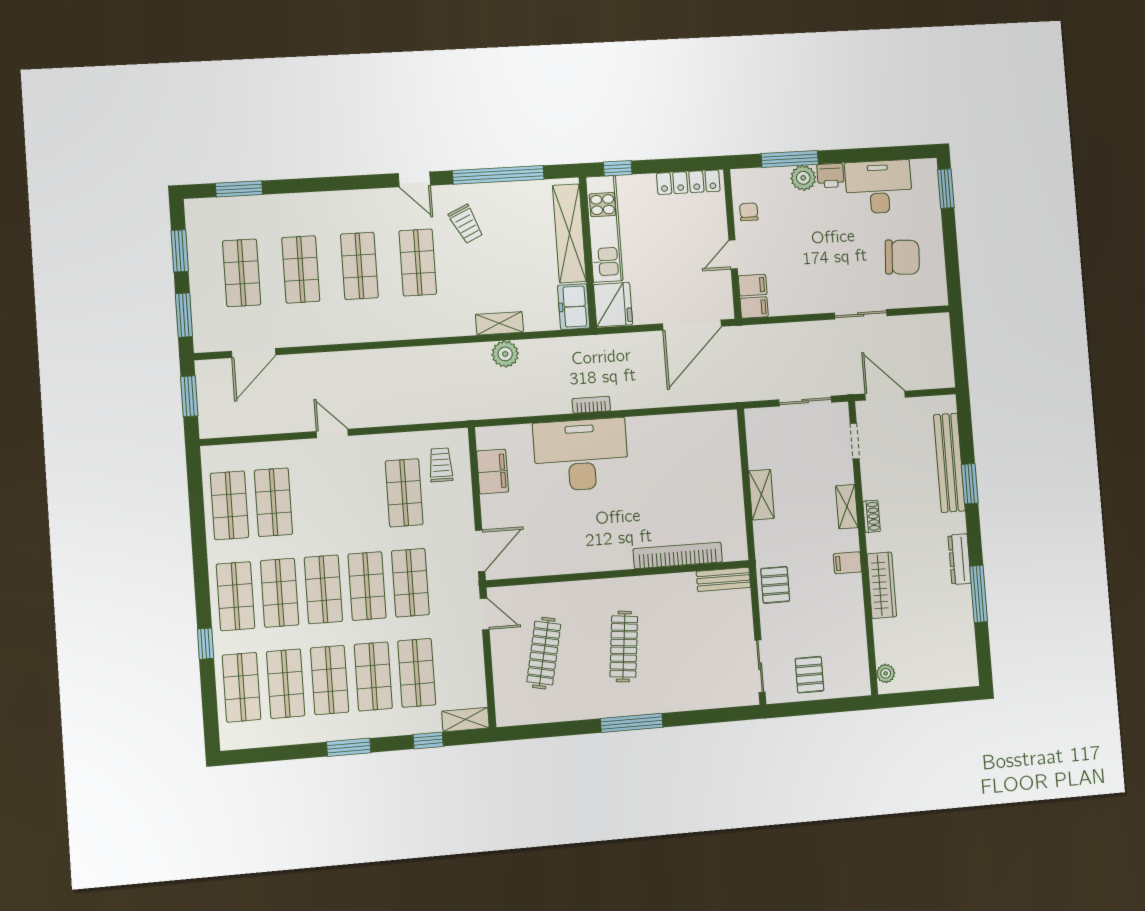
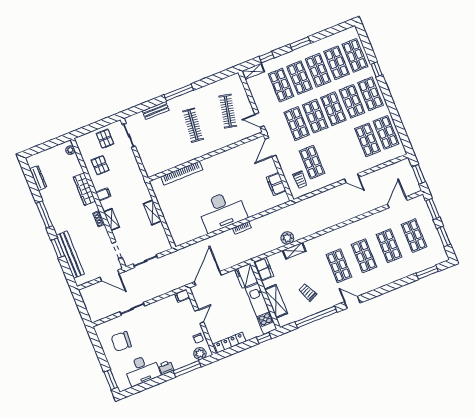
plant: (803, 178) -> (200, 354), moved
trolley: (466, 224) -> (308, 292), moved
shelving: (569, 233) -> (276, 301), width x0.68
filing cabinet: (753, 285) -> (186, 306), removed
desk: (581, 455) -> (222, 211), moved
dresser: (960, 559) -> (38, 178), moved
bench: (723, 579) -> (156, 111), moved
pallet: (775, 585) -> (100, 165), moved
window: (979, 594) -> (44, 215), moved

